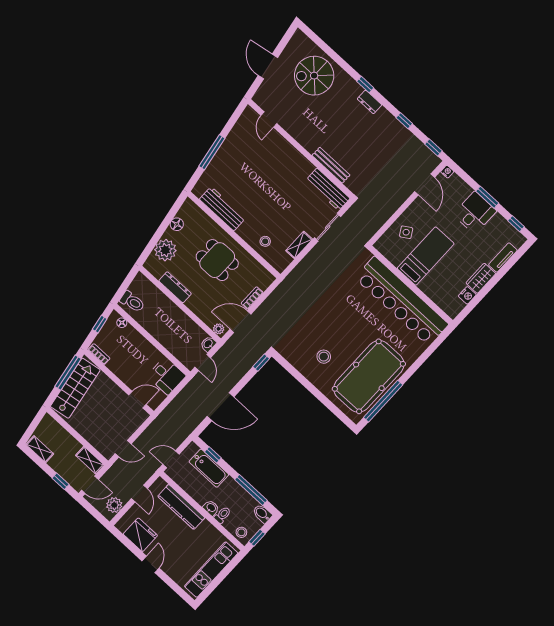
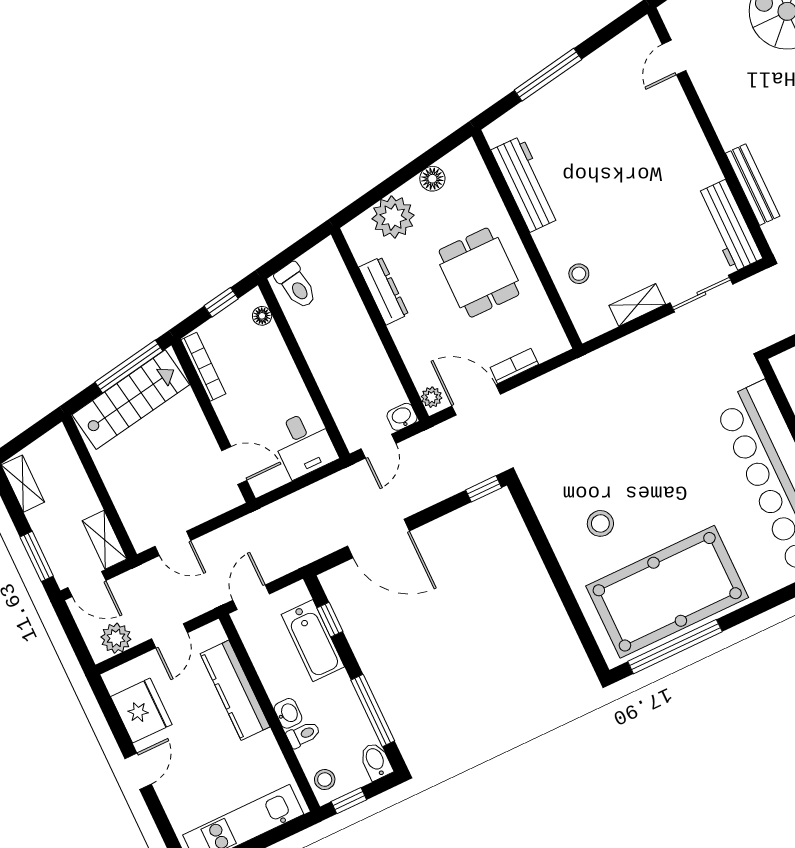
bookcase: (99, 354) -> (203, 367), width x1.56
door: (171, 459) -> (251, 597), hinge flipped
window: (61, 481) -> (37, 556), width x1.50

